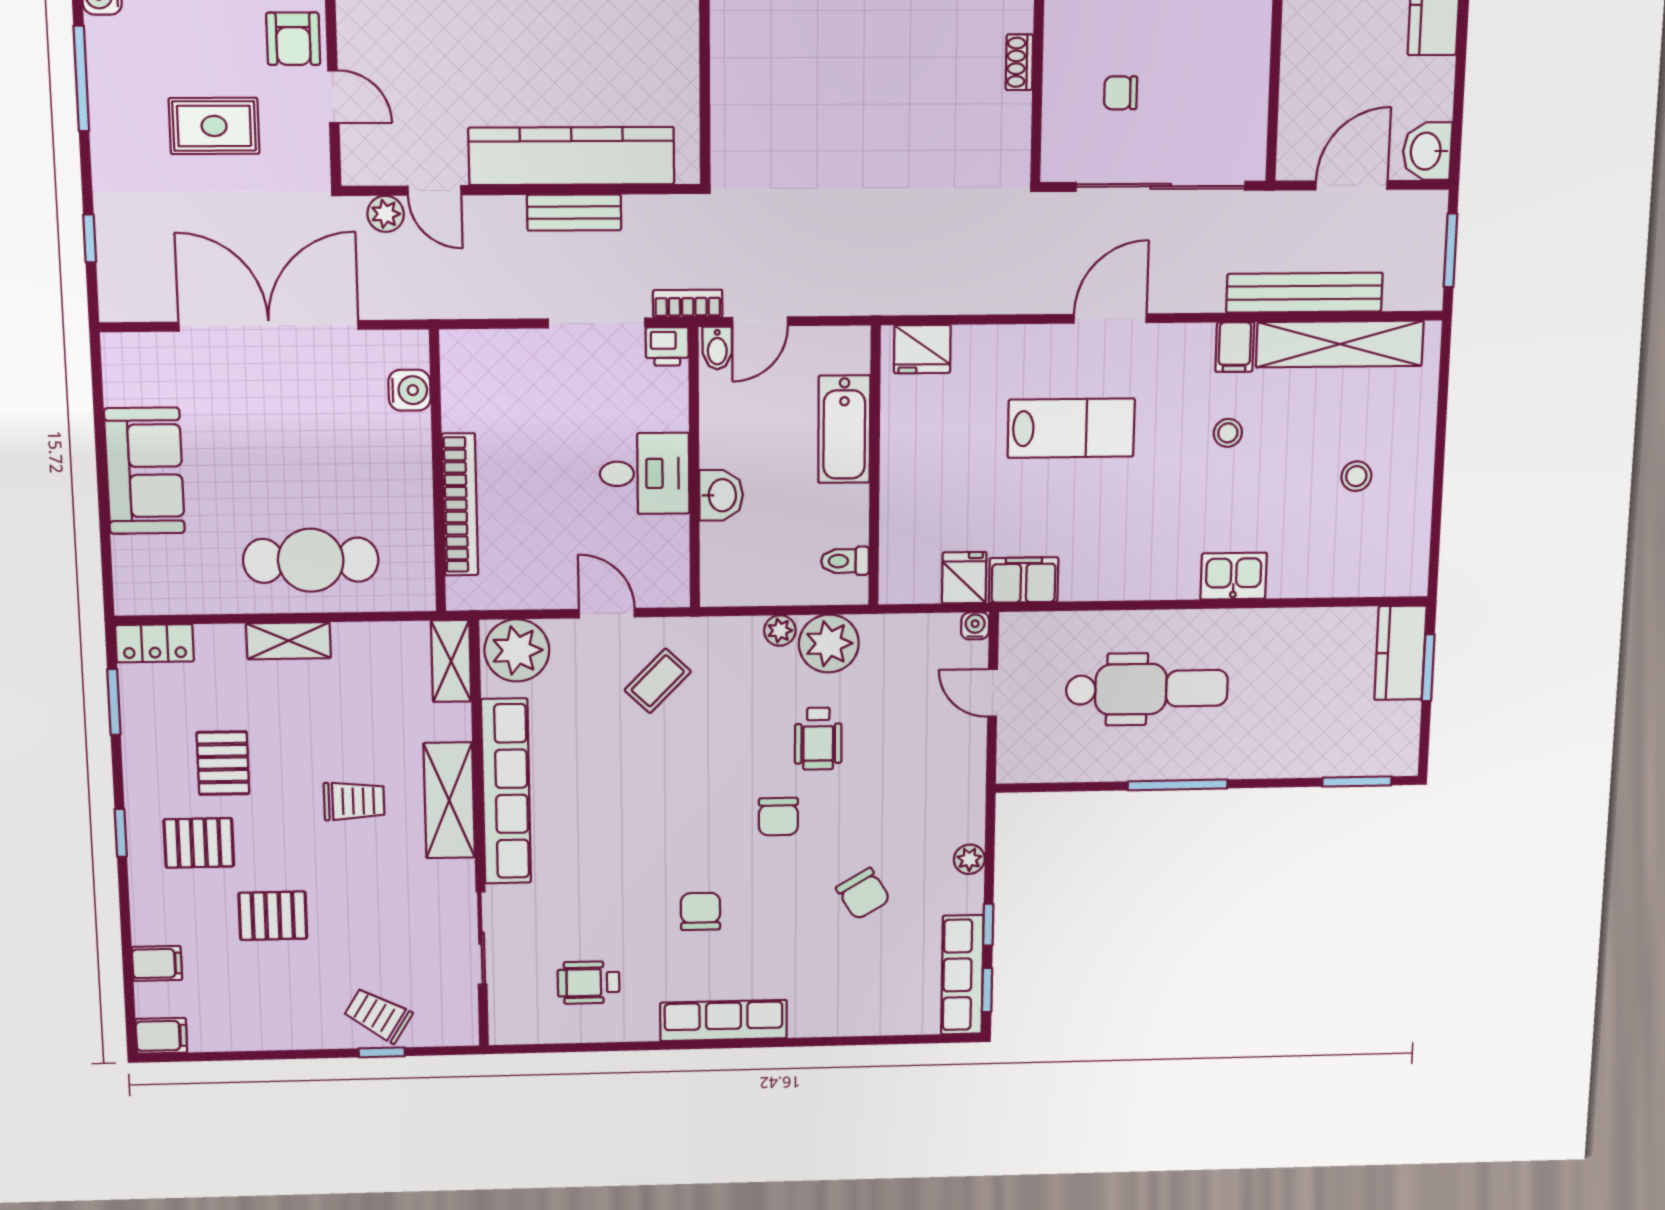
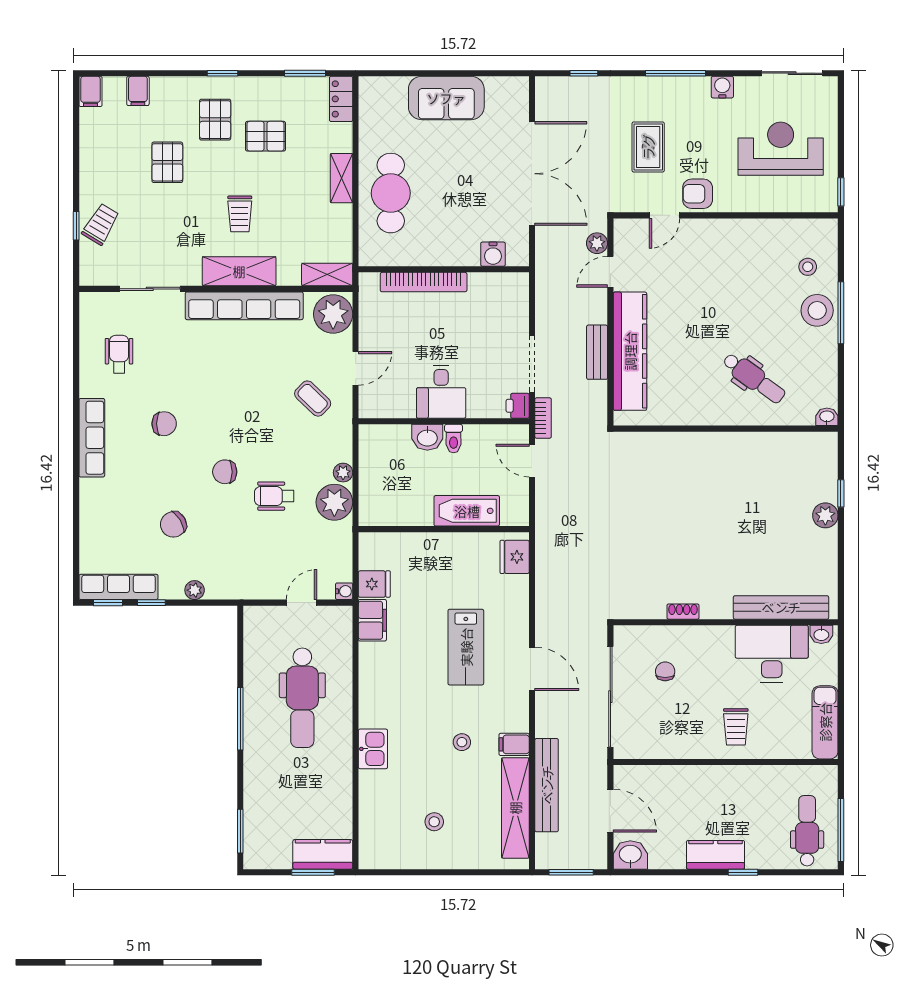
bidet: (717, 348) -> (516, 435), removed
toilet: (845, 561) -> (454, 439), moved, turned 180

